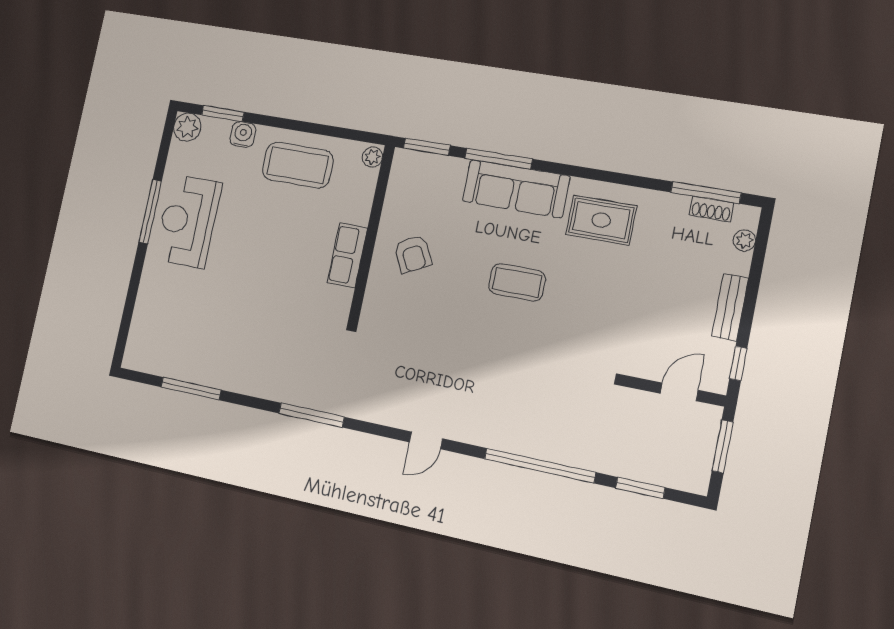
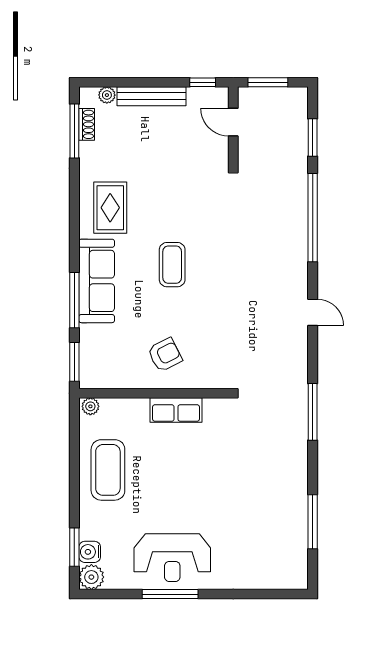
water cooler: (243, 134) -> (90, 552), moved
bench: (730, 307) -> (151, 96), width x1.36

